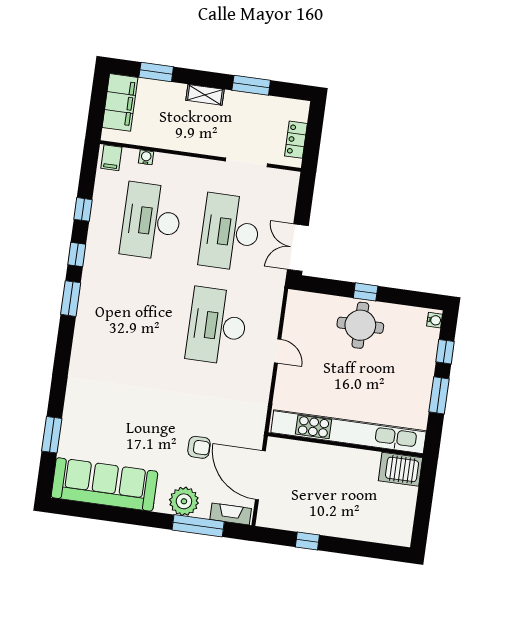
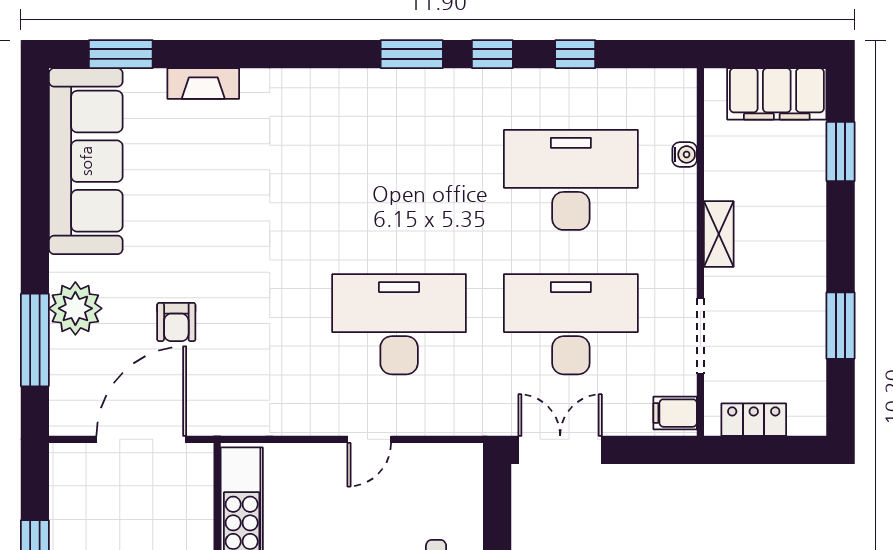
shelving: (205, 95) -> (719, 234), moved
filing cabinet: (111, 158) -> (675, 413), moved
window: (52, 435) -> (121, 54), moved
fireplace: (231, 514) -> (203, 83), moved, turned 90

